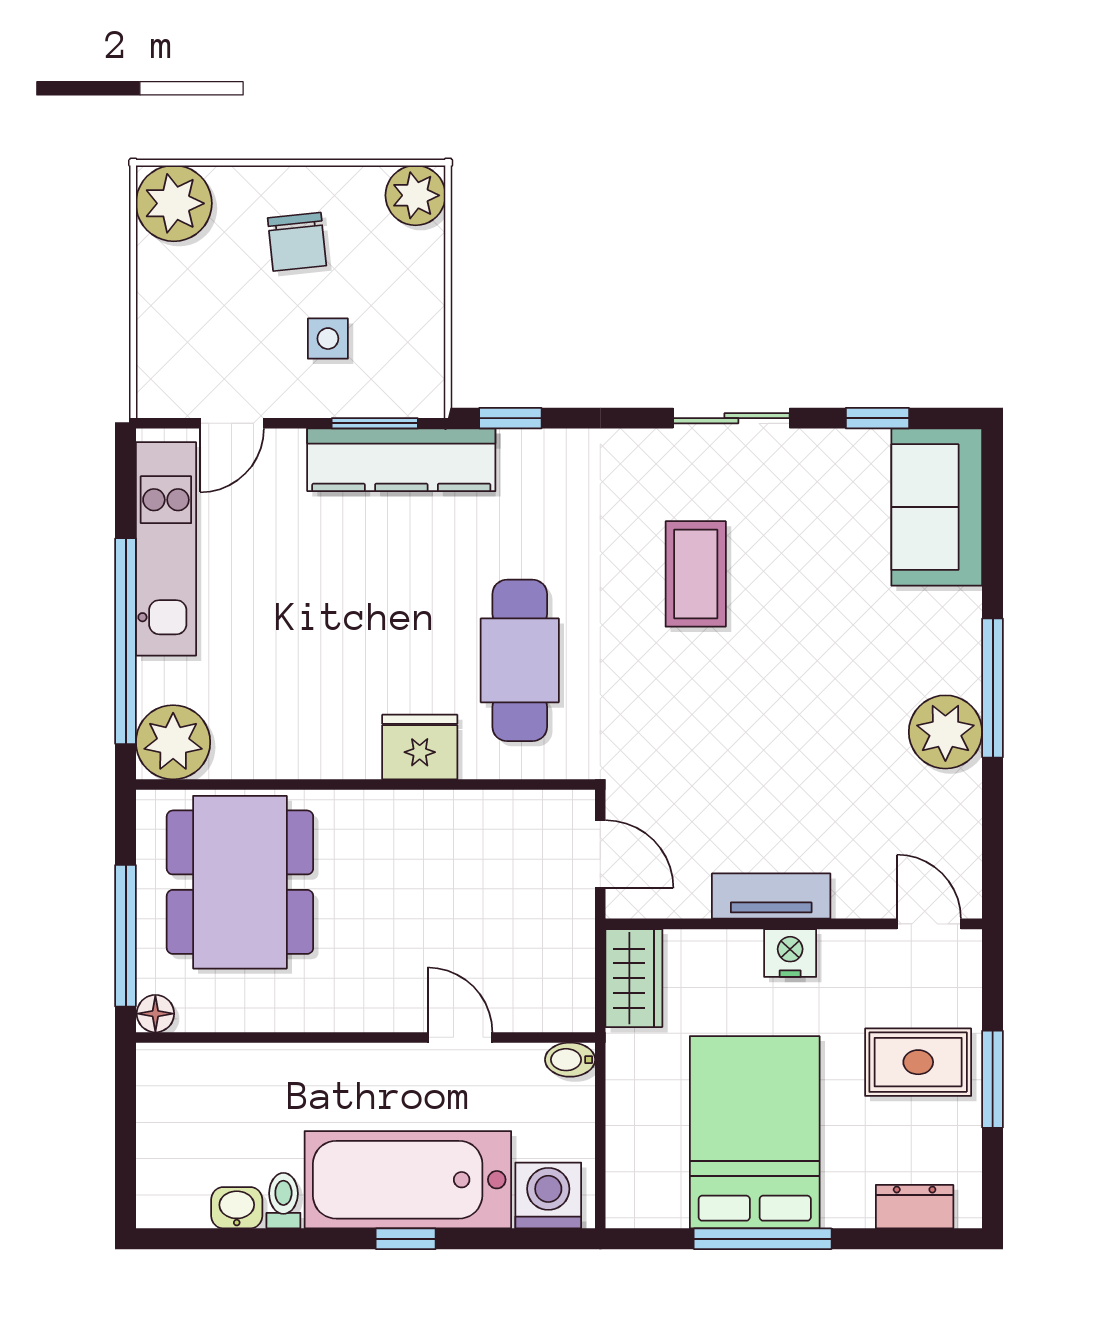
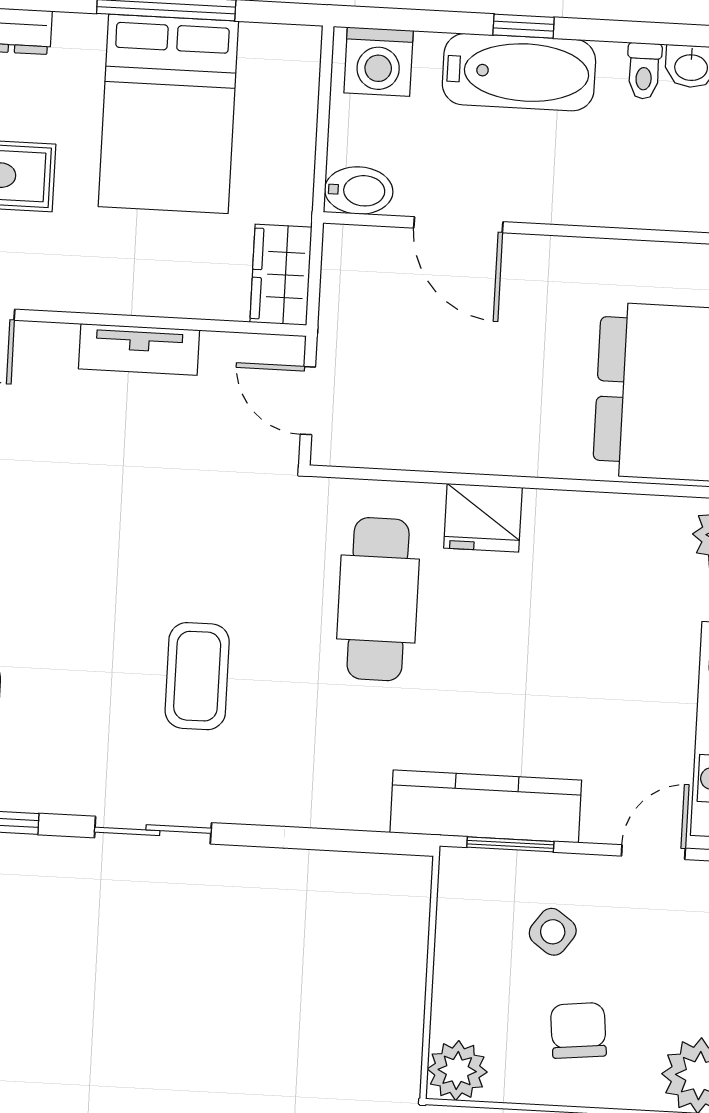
side table: (328, 339) -> (553, 932), turned 36
window: (510, 418) -> (374, 842), removed
nightstand: (790, 953) -> (123, 291), removed
door: (460, 1037) -> (458, 225), width x1.37
bidet: (570, 1060) -> (359, 190), width x1.38, depth x1.36
bathtub: (408, 1180) -> (519, 72), width x0.73, depth x0.73

